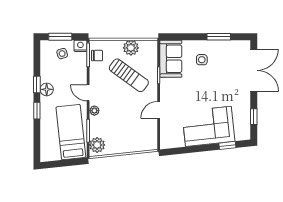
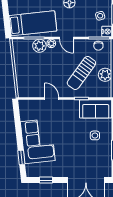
door: (88, 93) -> (66, 38), swing flipped
plant: (97, 145) -> (39, 46), moved

